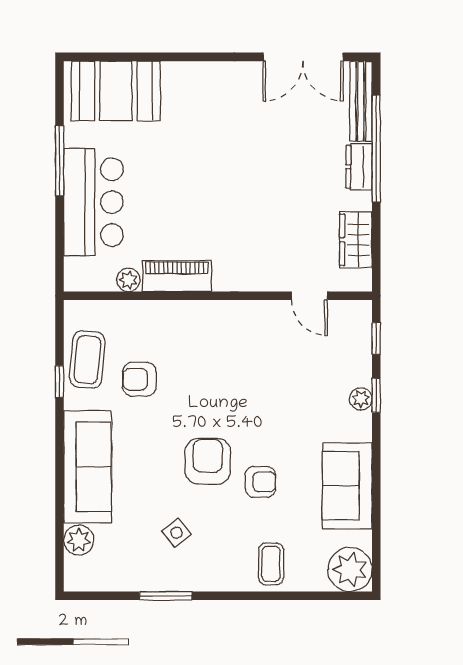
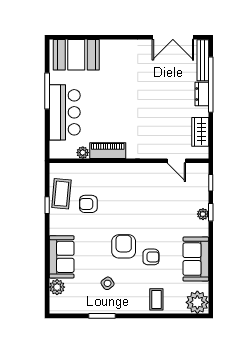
sofa: (88, 467) -> (62, 257), width x0.73

